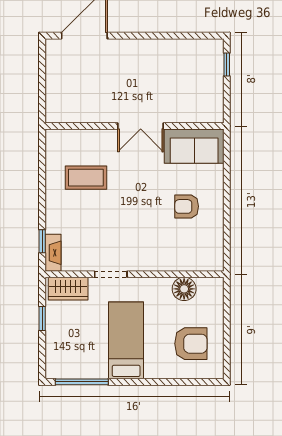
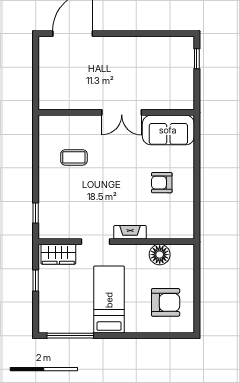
coffee table: (86, 178) -> (74, 157), width x0.73, depth x0.77
fireplace: (53, 253) -> (130, 232), moved, turned -90

